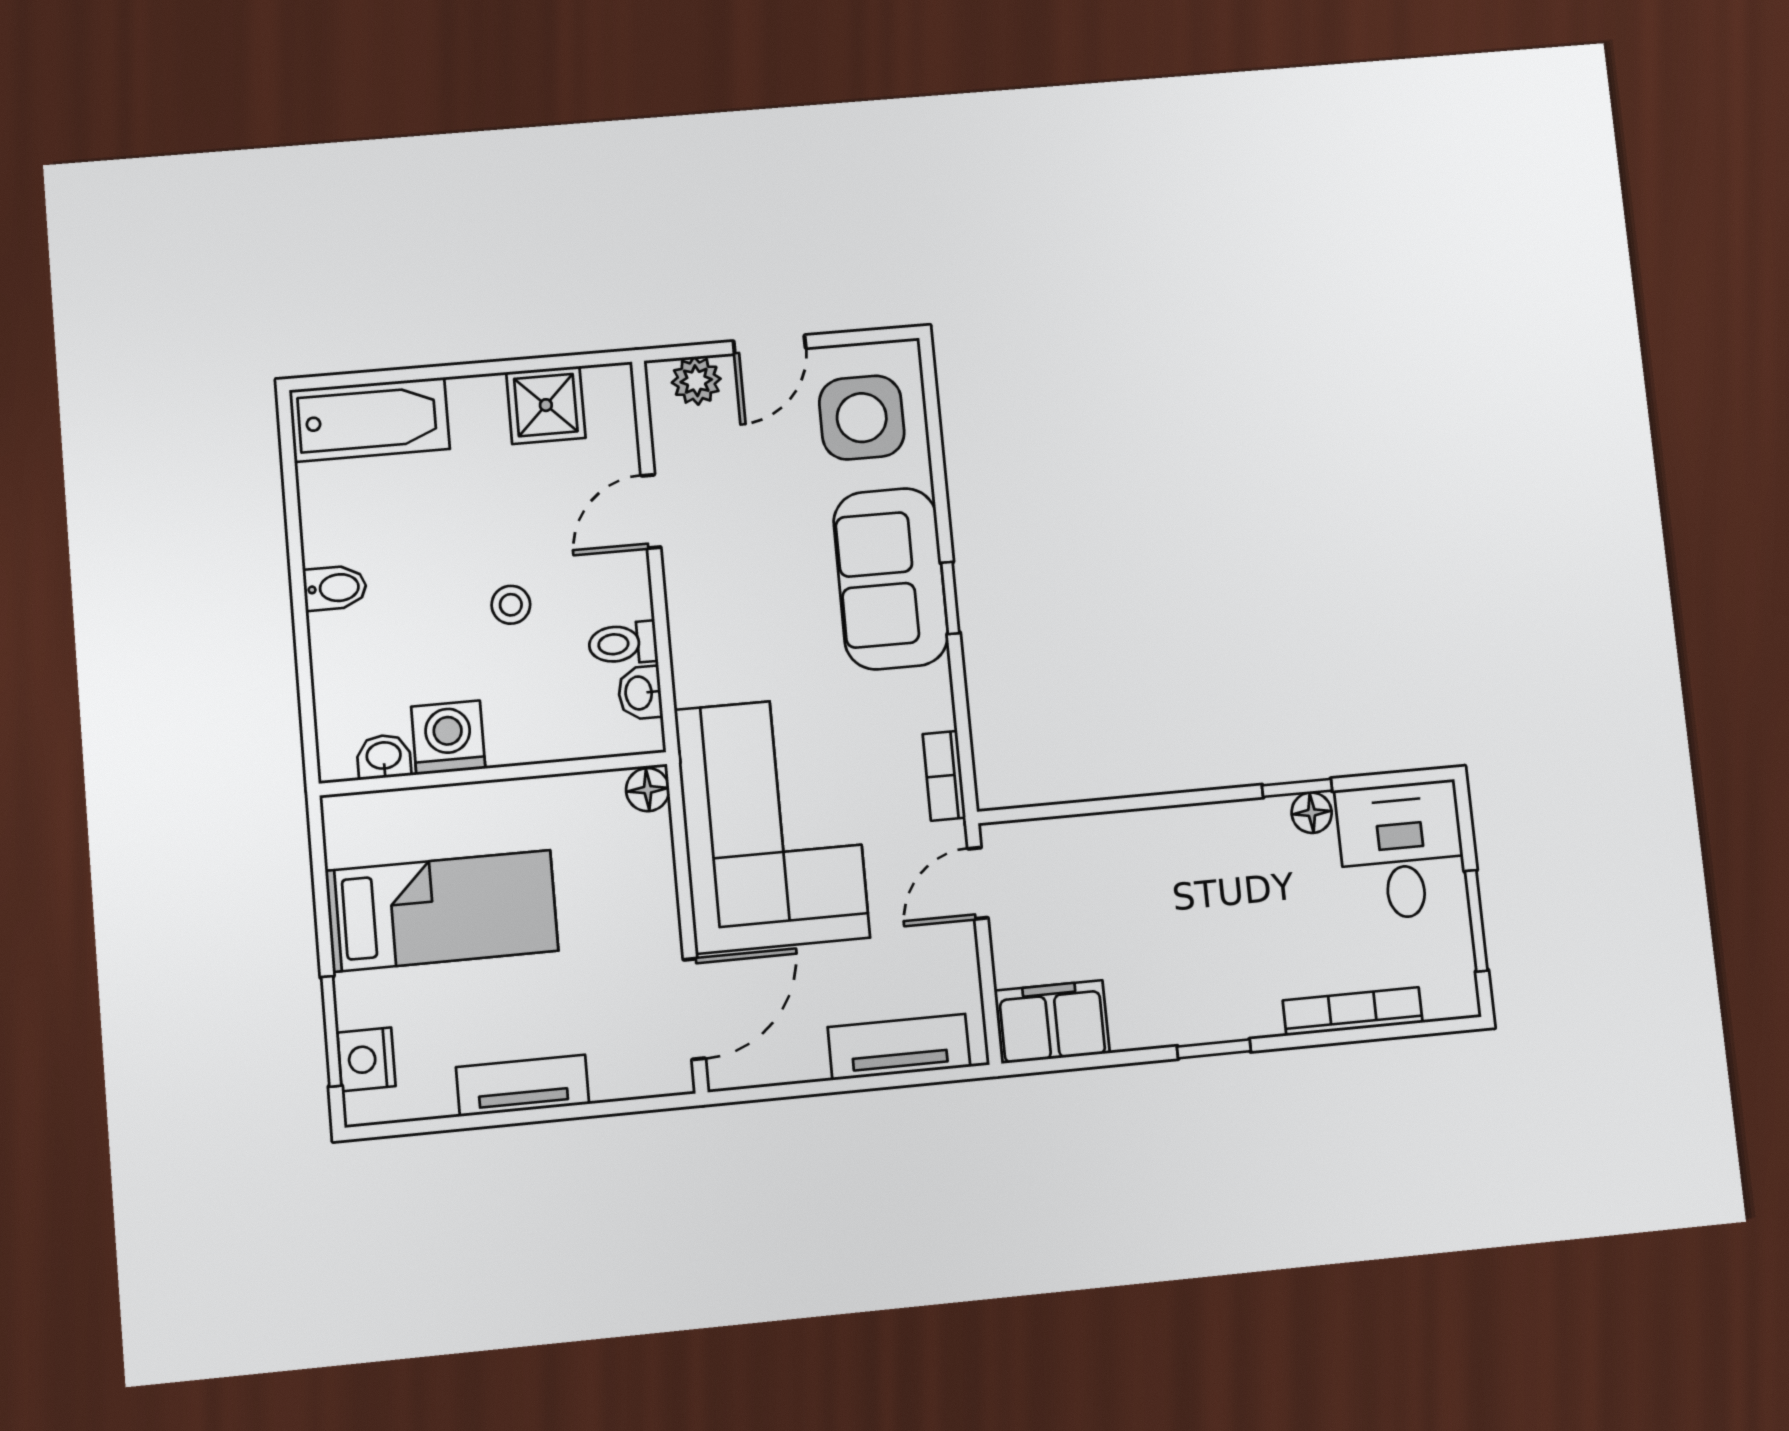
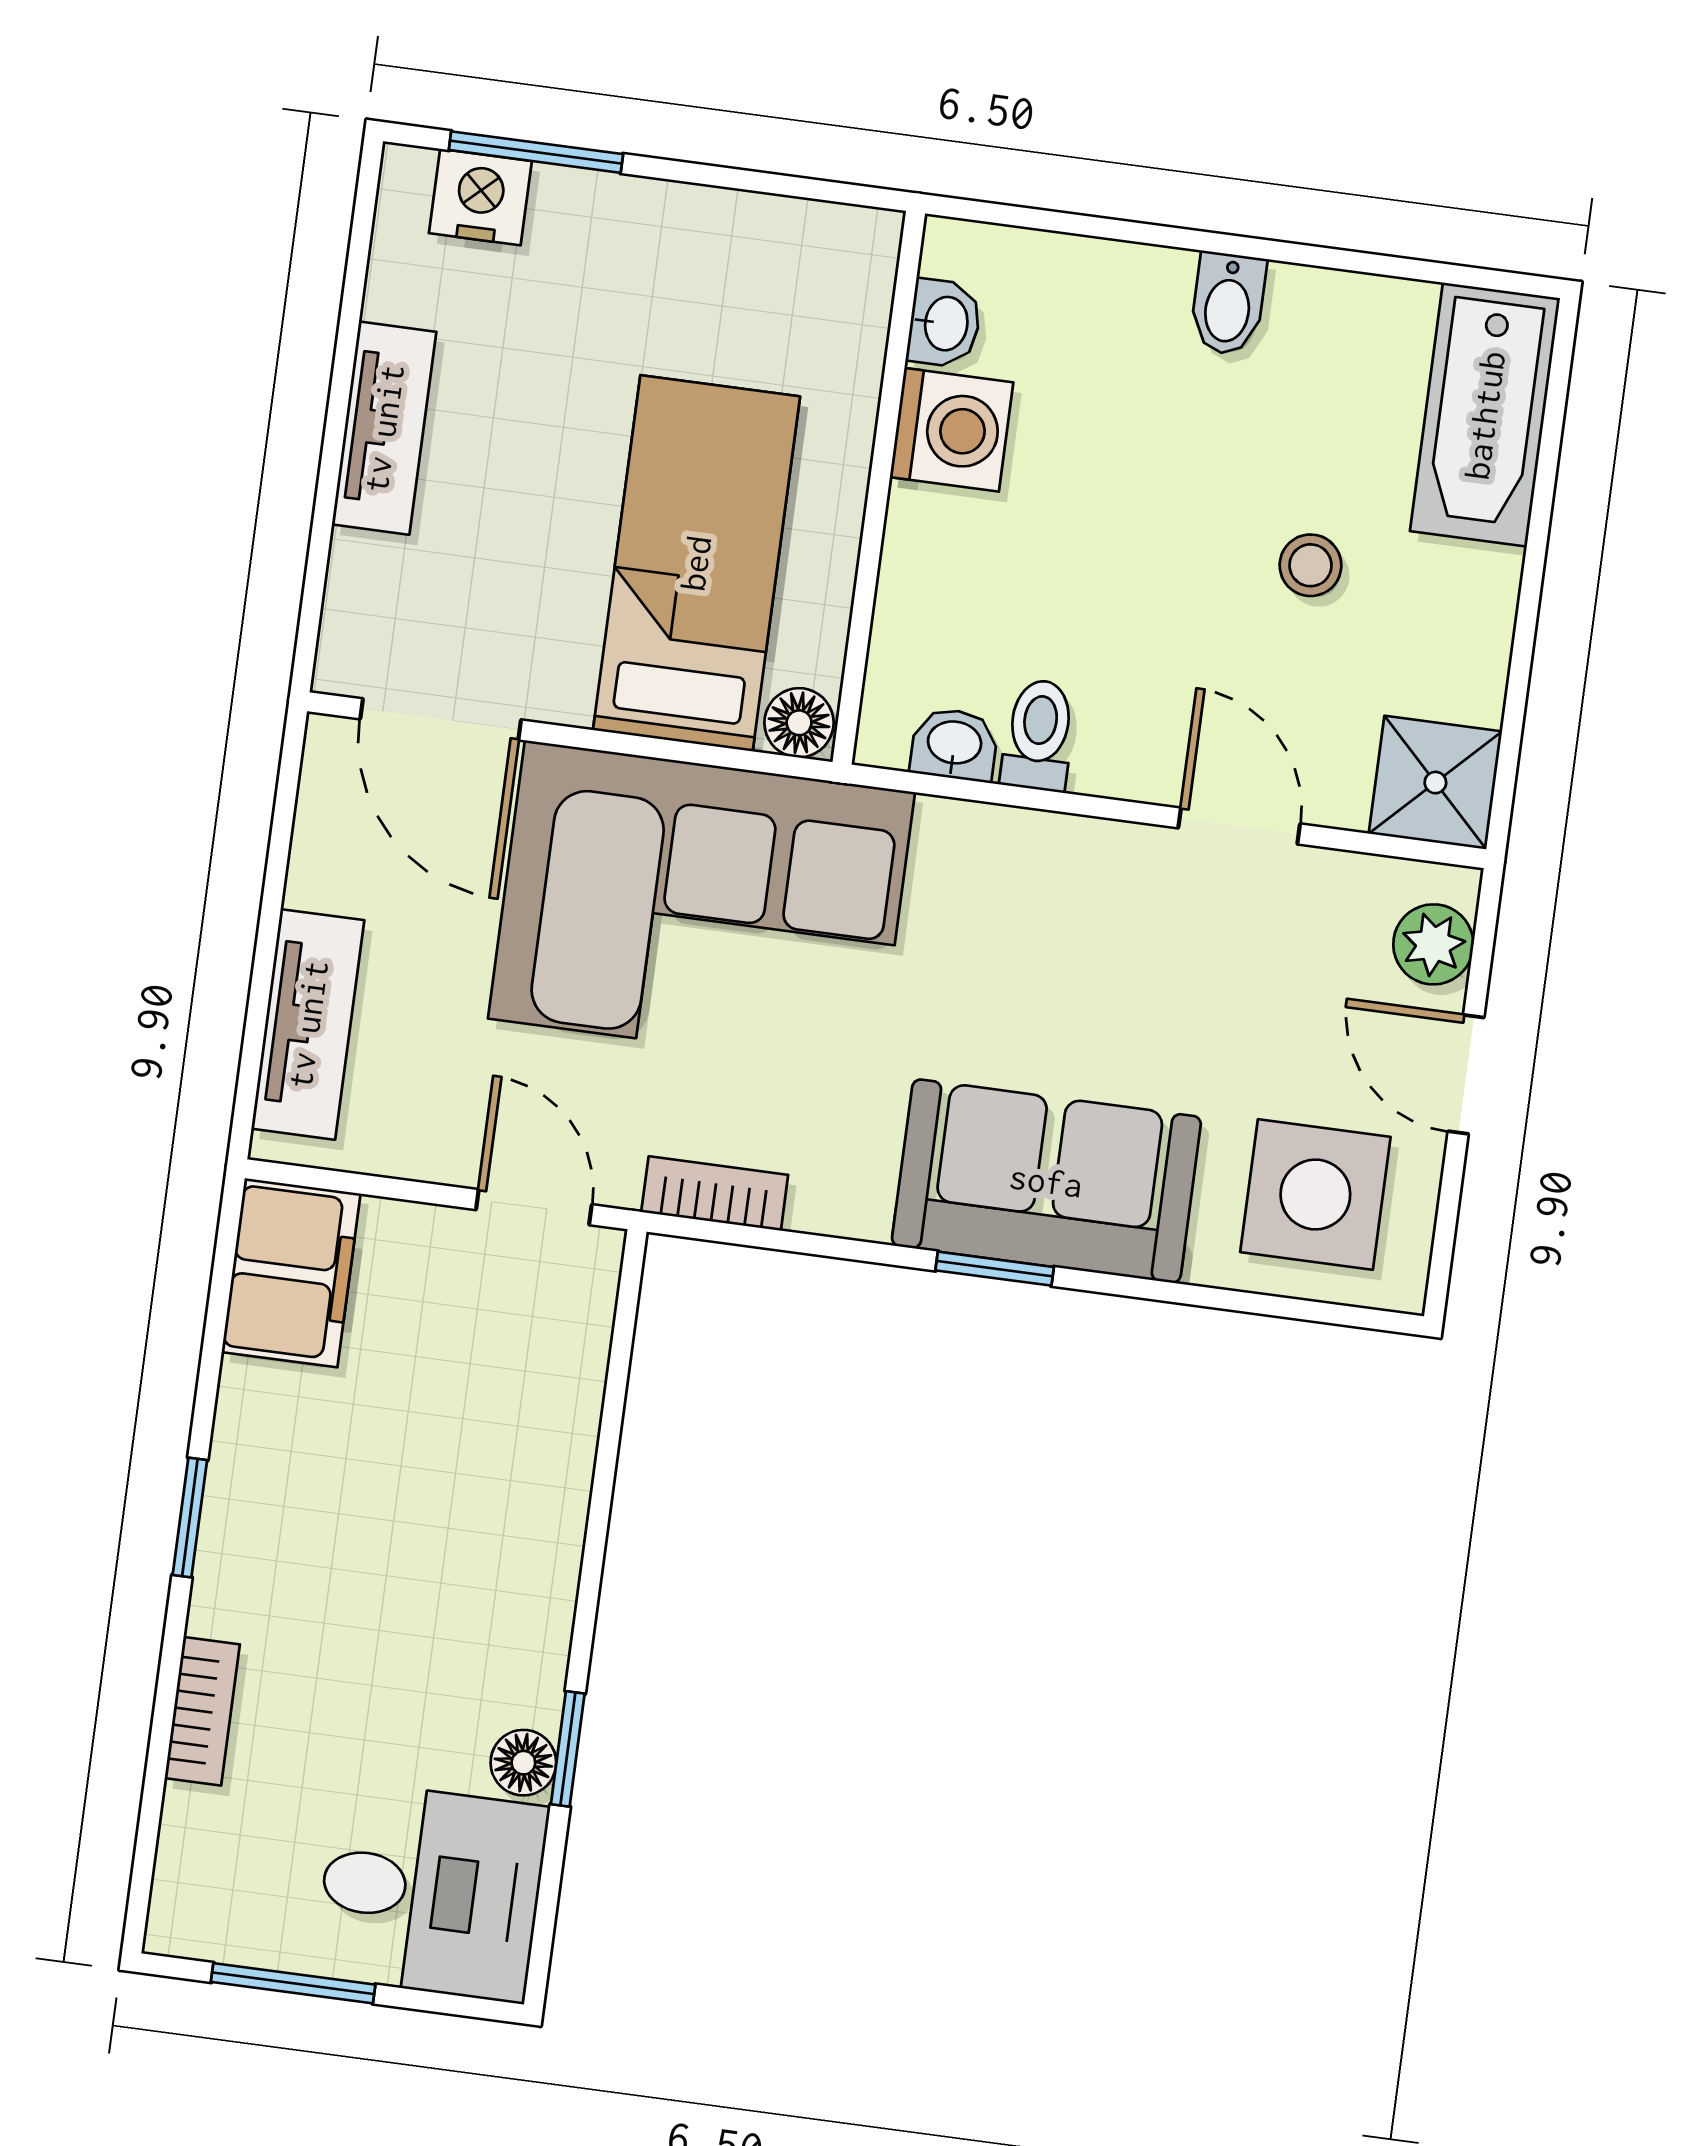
shower: (546, 405) -> (1435, 783), moved
stool: (511, 605) -> (1310, 565), moved
bed: (442, 911) -> (696, 563), moved, turned 180
bookcase: (1353, 1012) -> (202, 1711), width x0.64

